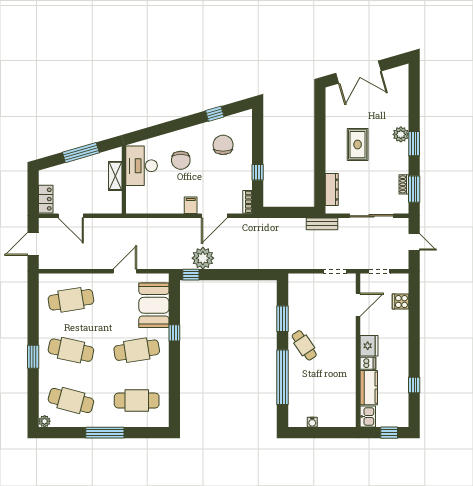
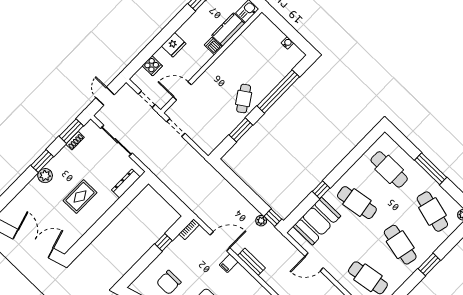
bench: (322, 224) -> (251, 262), moved
plant: (203, 258) -> (261, 221), width x0.53, depth x0.53
fridge: (369, 346) -> (174, 45), moved, turned 180

